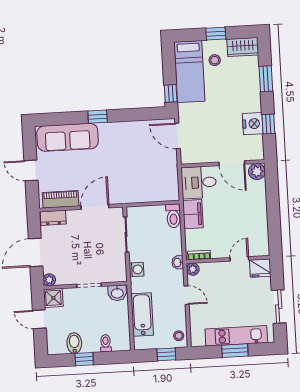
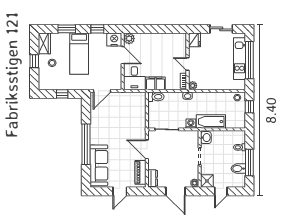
bed: (190, 72) -> (79, 54), moved, turned 90
window: (171, 93) -> (62, 94), moved
window: (98, 117) -> (86, 144), width x3.17
nightstand: (253, 124) -> (114, 40), moved
door: (232, 163) -> (123, 55), hinge flipped
door: (239, 259) -> (188, 64), moved
door: (186, 295) -> (210, 91), removed
bathtub: (142, 314) -> (211, 122), moved
window: (235, 351) -> (249, 60), width x2.11
window: (84, 359) -> (249, 162), width x2.17

